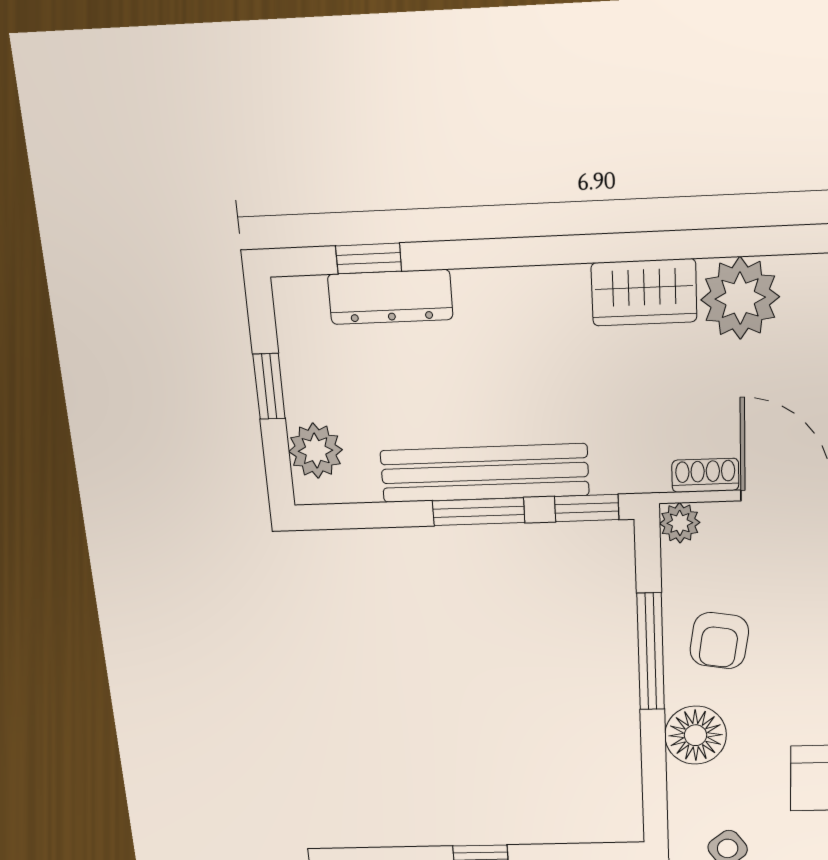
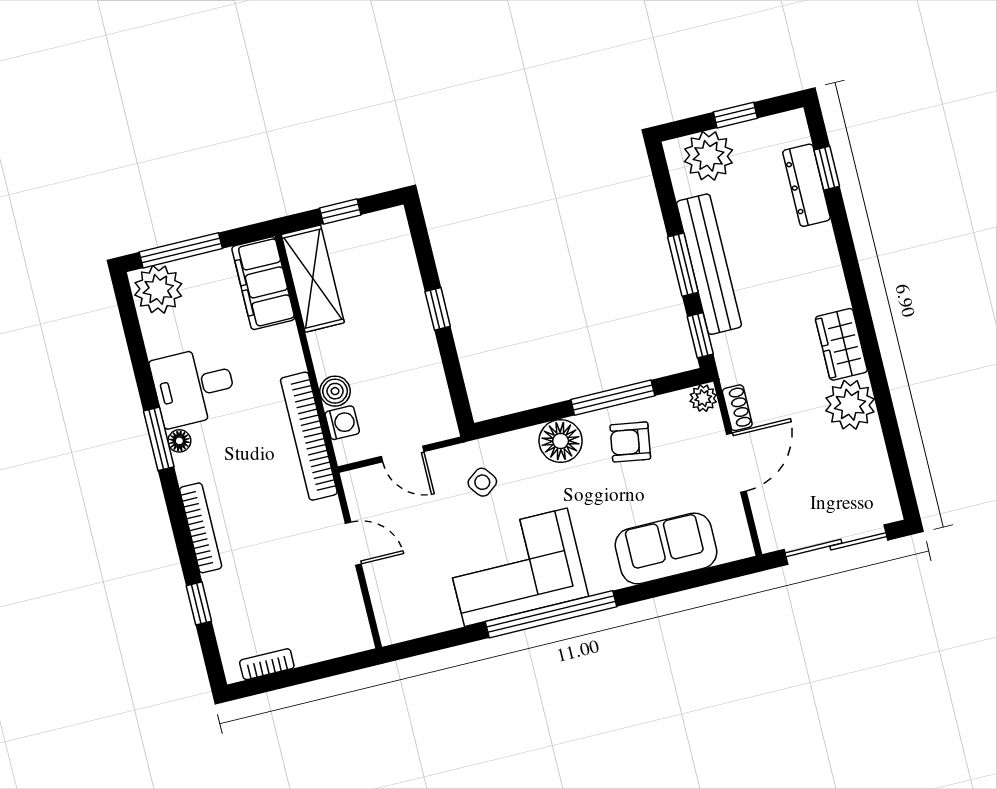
plant: (316, 451) -> (708, 156), width x1.36, depth x1.36

